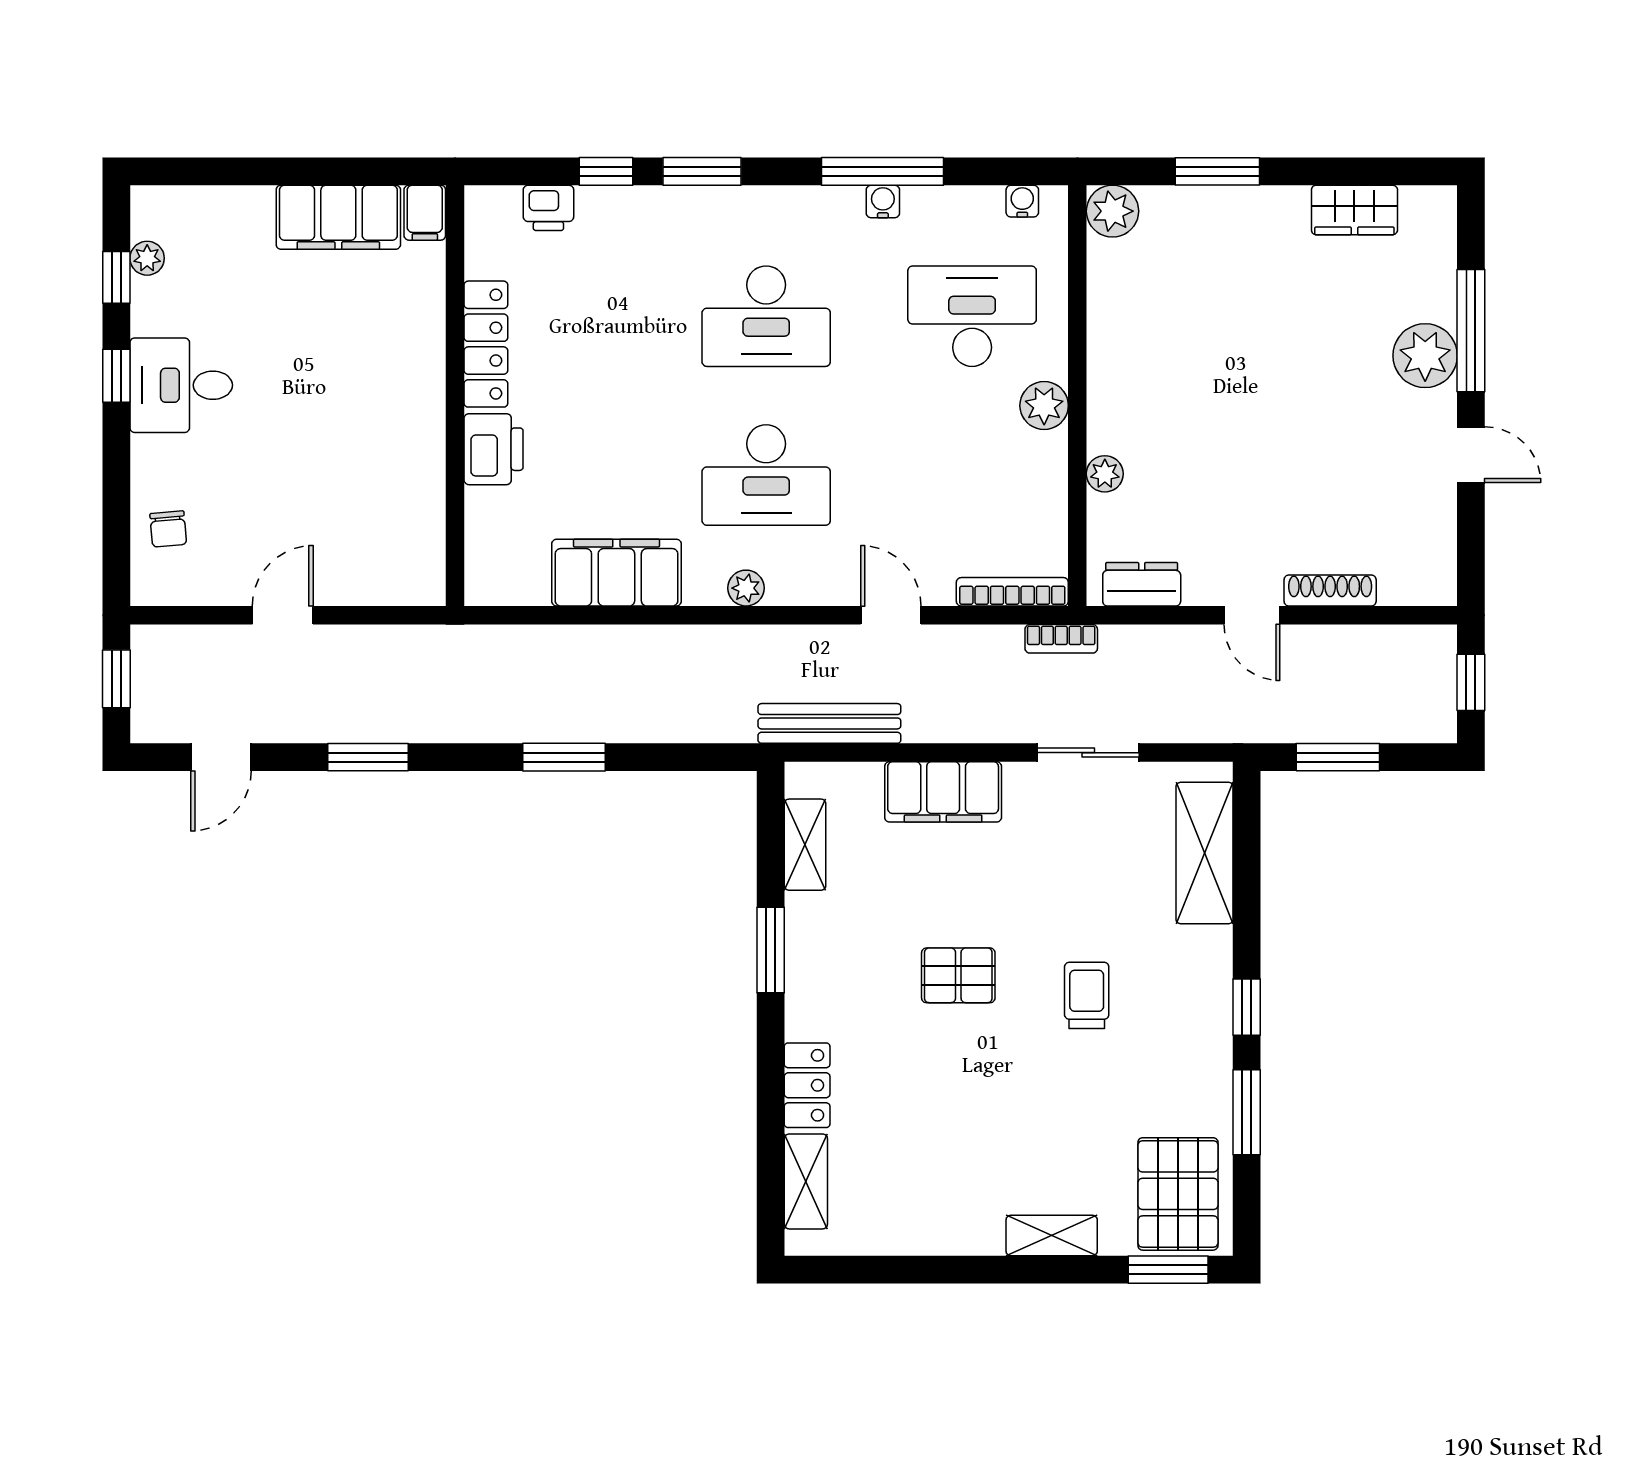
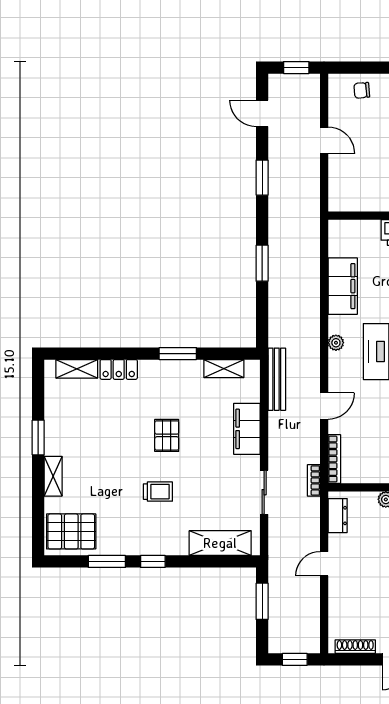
shoe rack: (1330, 590) -> (355, 647), moved, turned -90
window: (1168, 1270) -> (38, 438), moved

